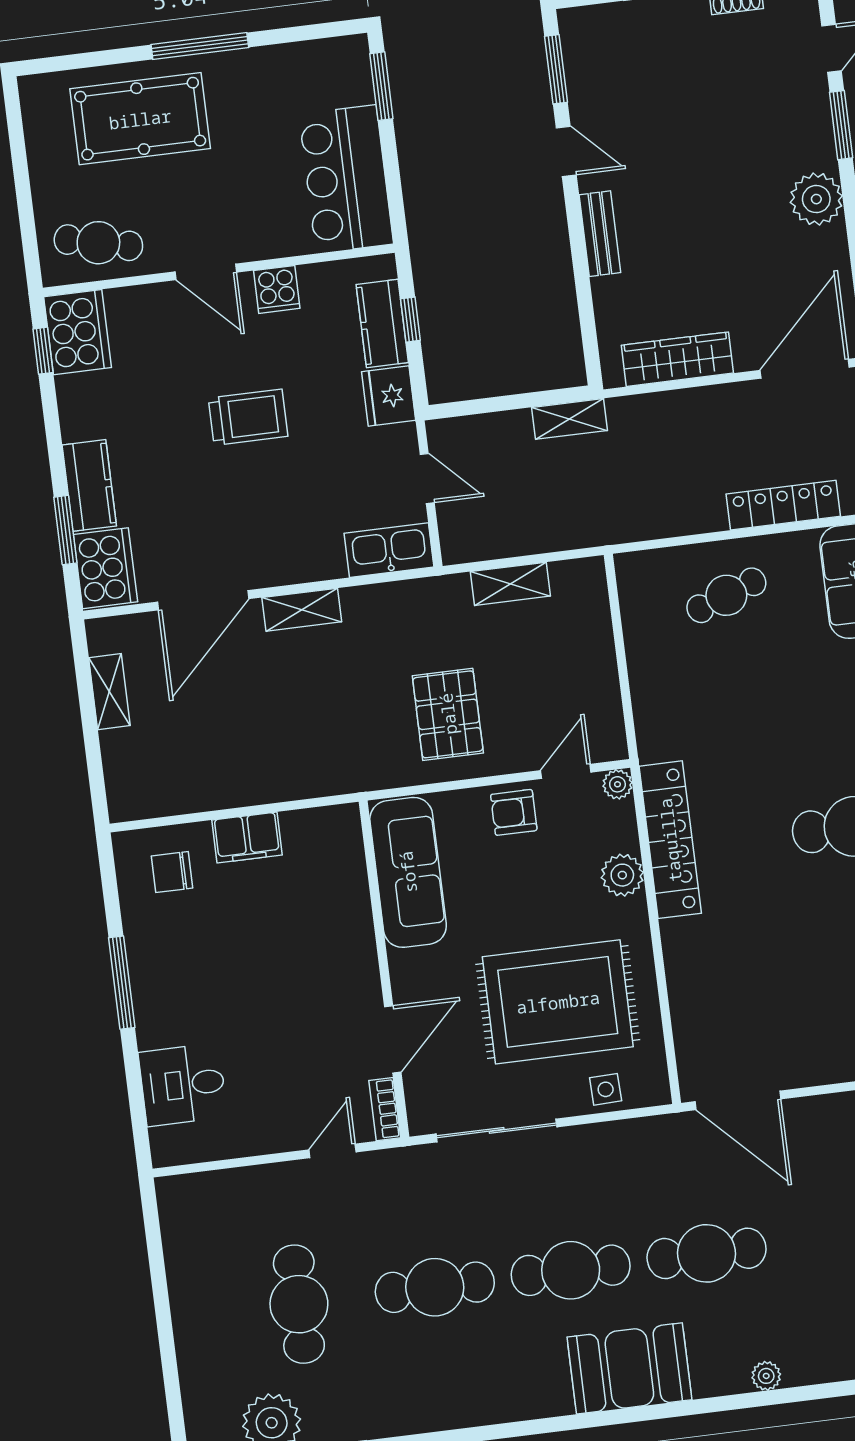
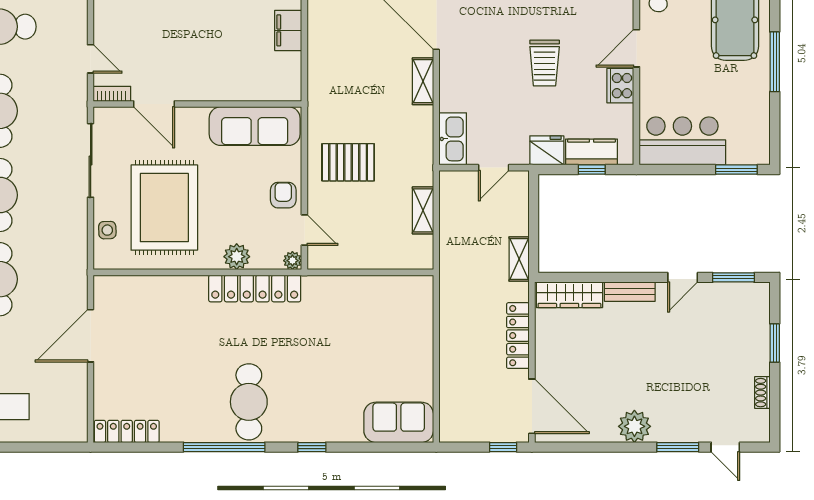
cooker: (277, 289) -> (620, 86), width x1.36
wardrobe: (677, 359) -> (569, 295), moved, turned 90
locker: (783, 505) -> (518, 336), moved, turned 180
cafe table: (726, 595) -> (400, 341), removed
door: (738, 1100) -> (91, 336), moved

